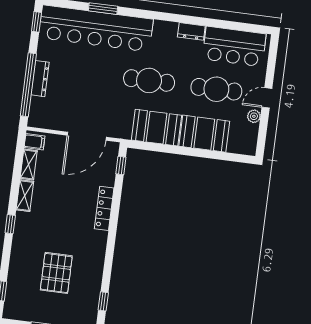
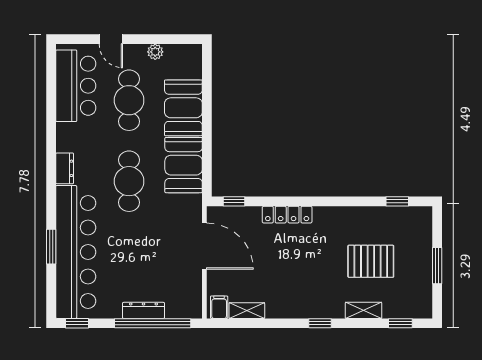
dresser: (191, 31) -> (65, 168), moved
door: (267, 98) -> (111, 39), moved
shelving: (25, 196) -> (364, 310), moved

